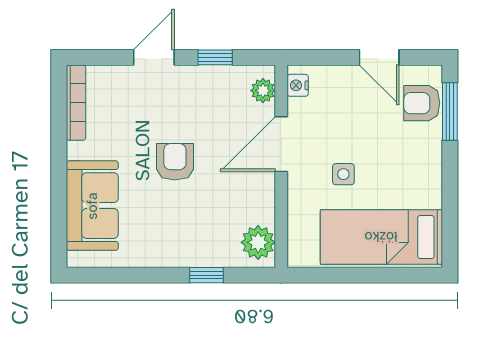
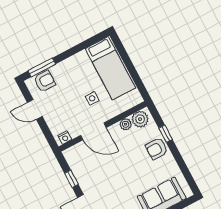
door: (379, 57) -> (35, 109), swing flipped
plant: (263, 91) -> (126, 124), moved
armchair: (422, 103) -> (45, 81), turned -90
armchair: (175, 162) -> (157, 149), moved

